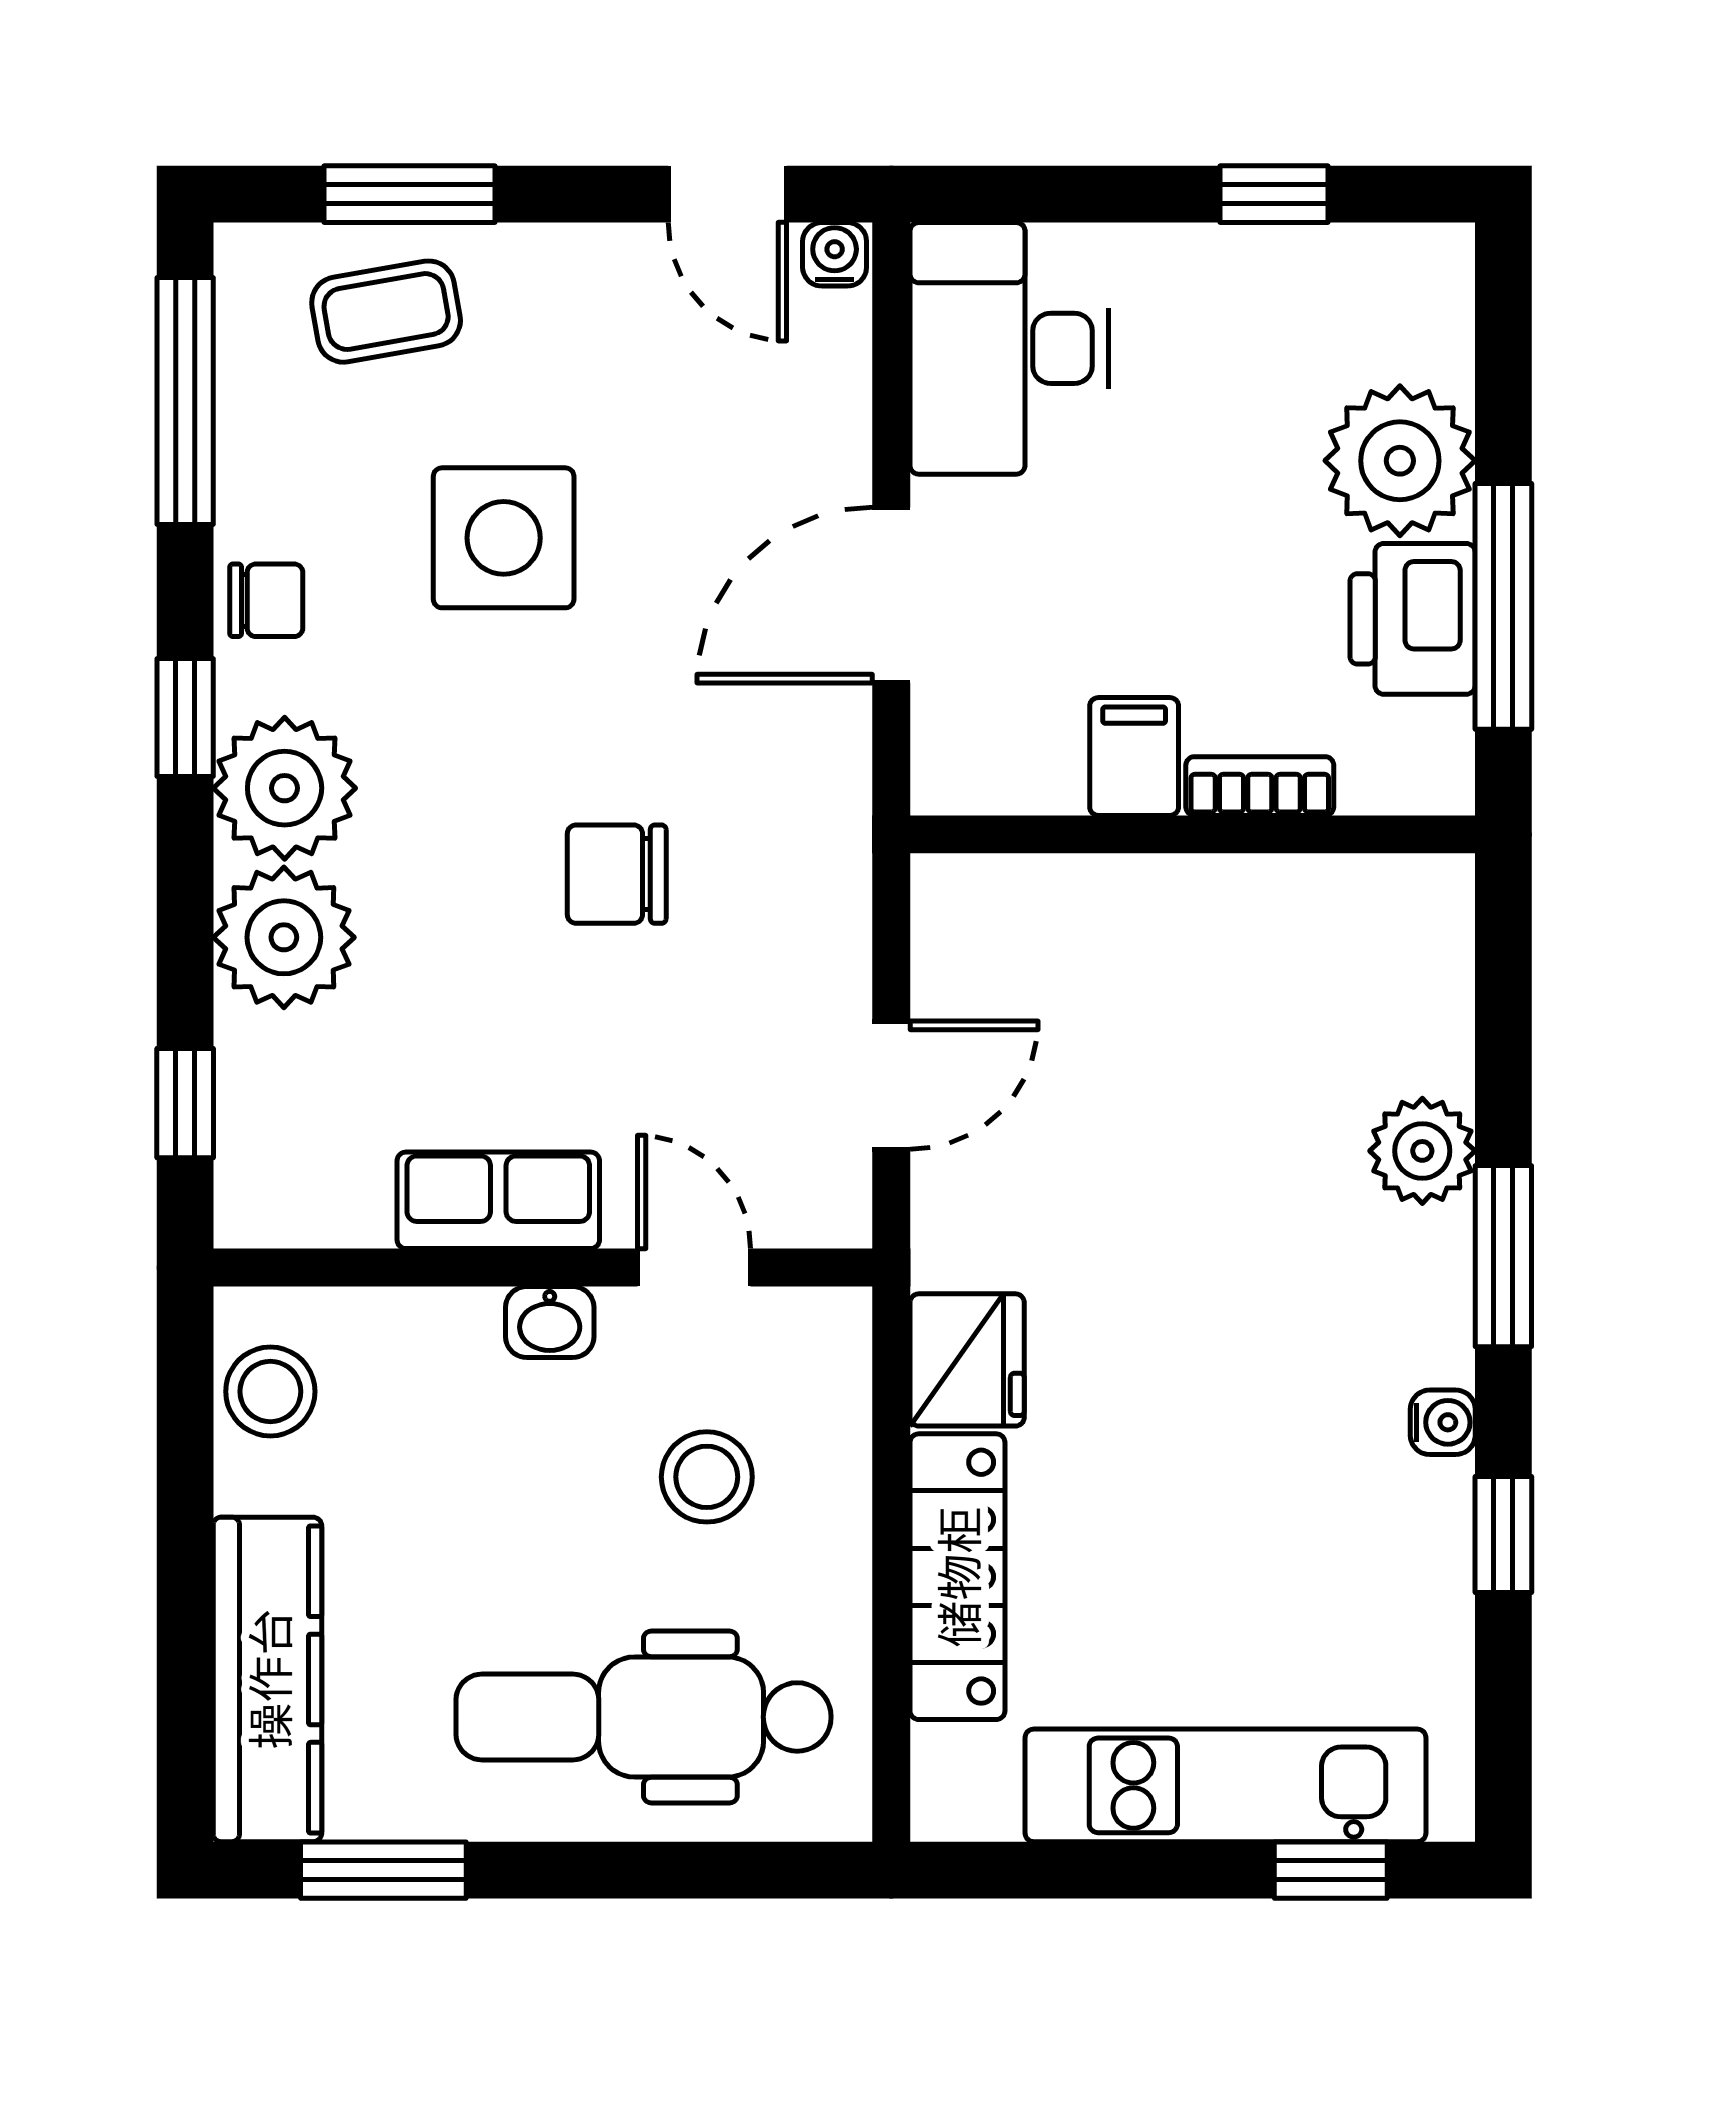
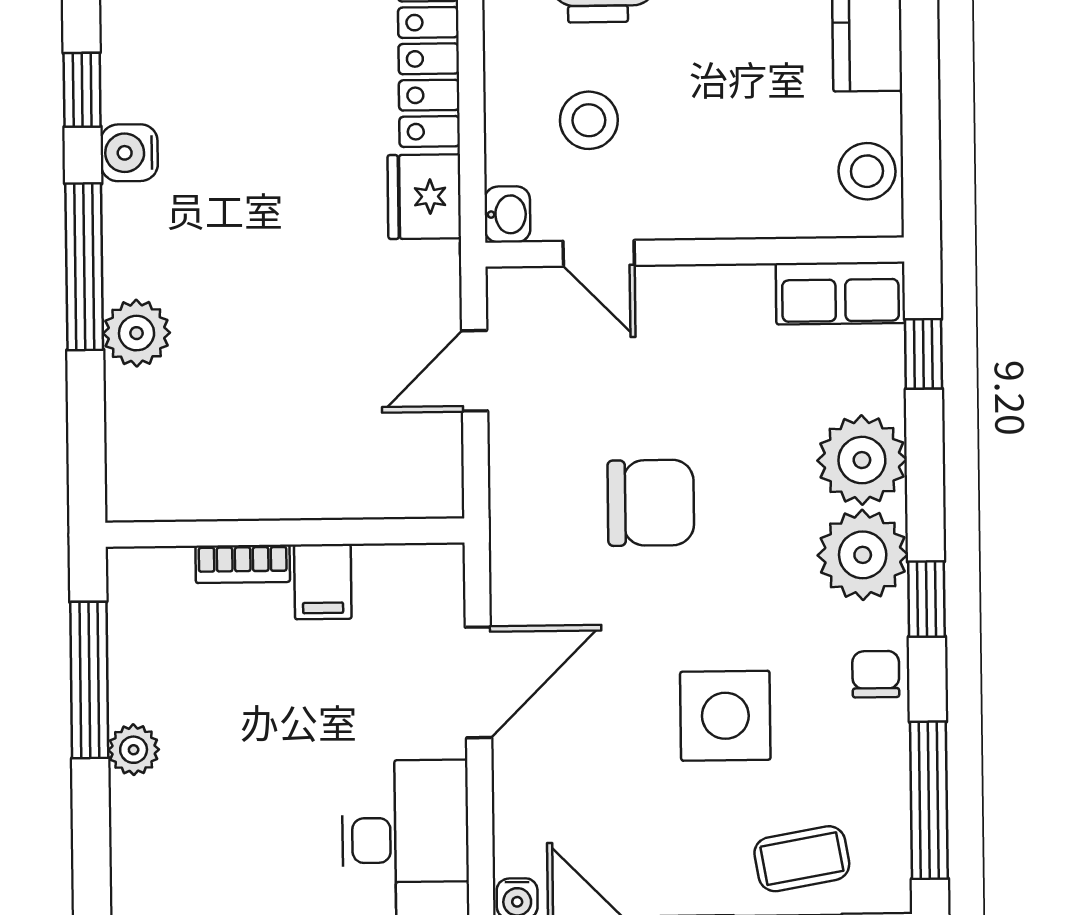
plant: (1400, 461) -> (134, 750), width x0.53, depth x0.53
chair: (266, 600) -> (876, 674), turned 90
printer: (1413, 619) -> (147, 671), removed
chair: (617, 874) -> (651, 503), width x1.37, depth x1.37
row of seats: (498, 1200) -> (840, 293), moved
window: (1503, 1256) -> (84, 267), width x1.44
washbasin: (550, 1322) -> (507, 214), moved, turned 90
water cooler: (1443, 1422) -> (129, 153), width x1.38, depth x1.38

